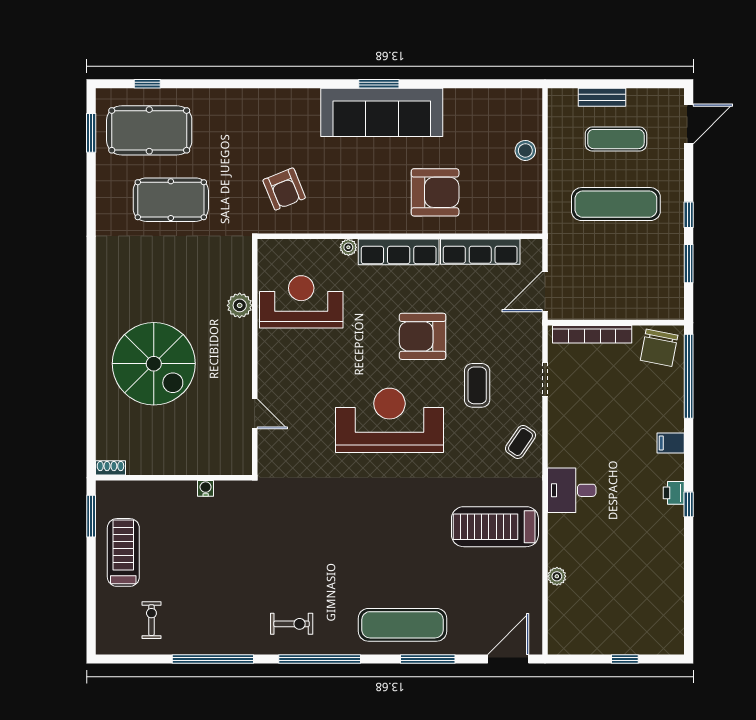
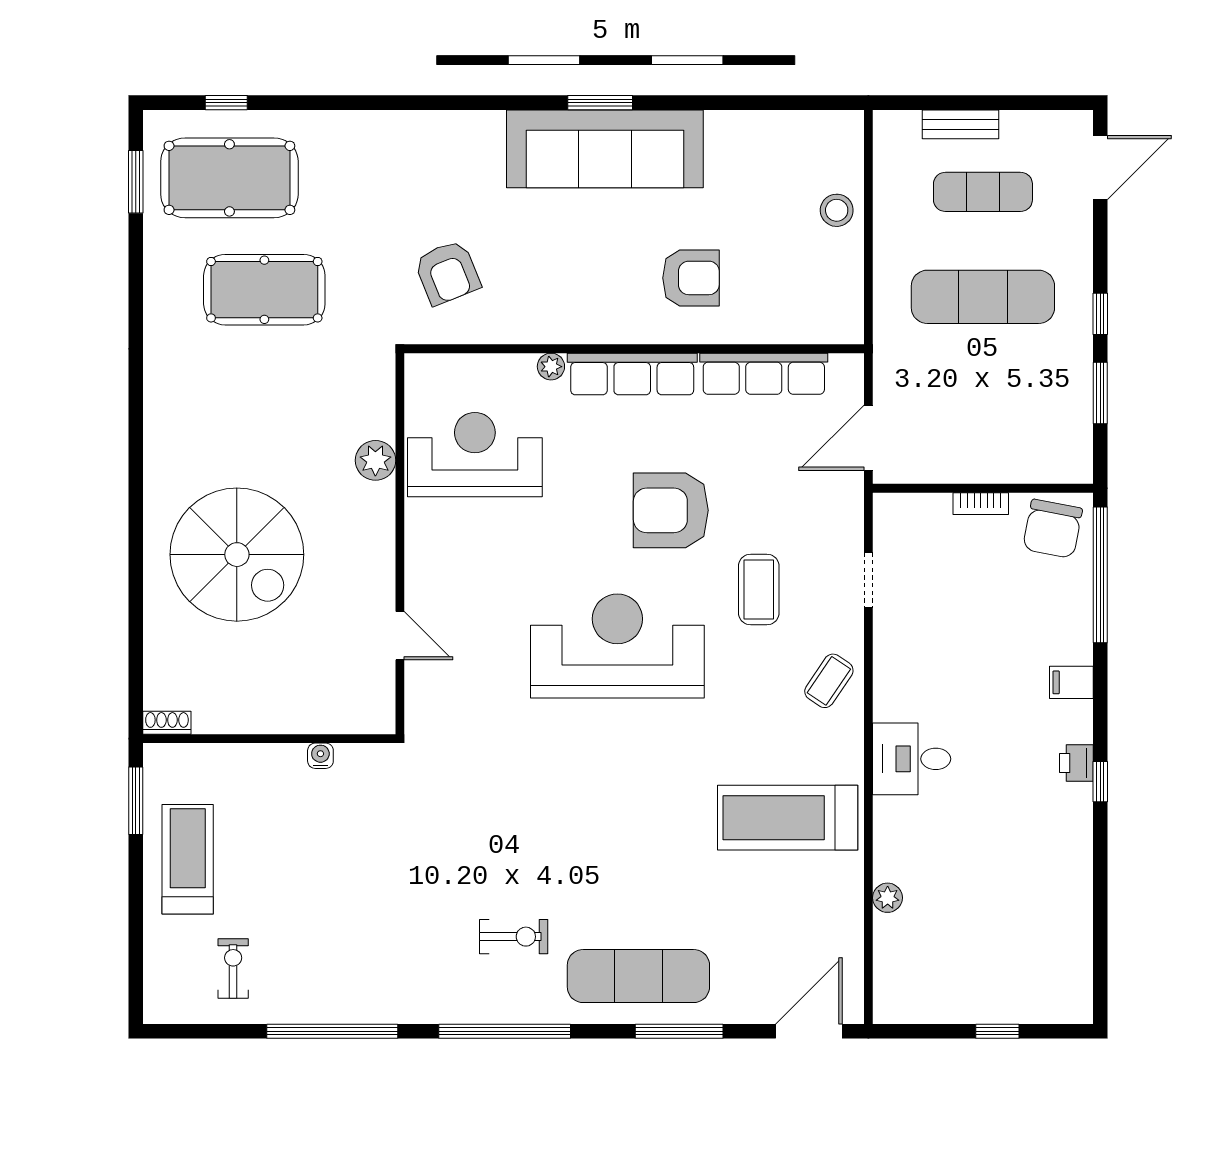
armchair: (435, 192) -> (691, 278), width x0.73, depth x0.73
bookcase: (592, 334) -> (981, 504), width x0.43, depth x0.76
exercise bike: (292, 624) -> (514, 937), moved

